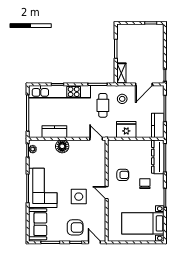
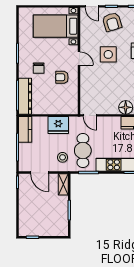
door: (144, 84) -> (40, 173), swing flipped
cafe table: (103, 105) -> (83, 151), width x1.37, depth x1.35
bed with nightstands: (143, 223) -> (56, 26), moved, turned 180
armchair: (75, 227) -> (112, 22), turned -107

